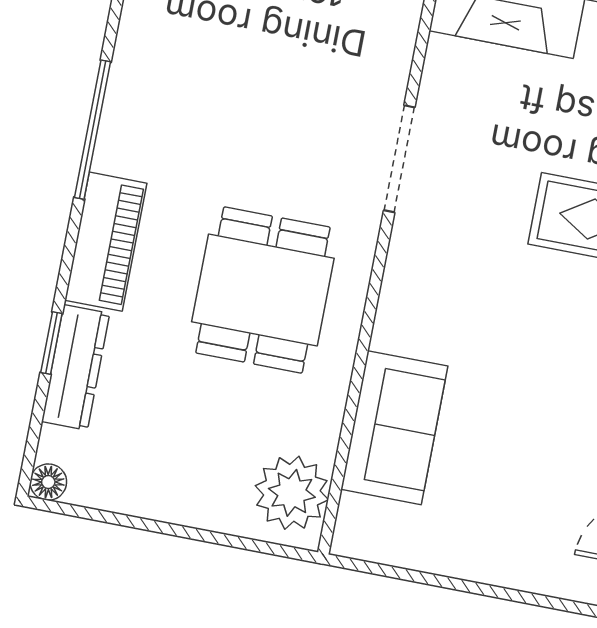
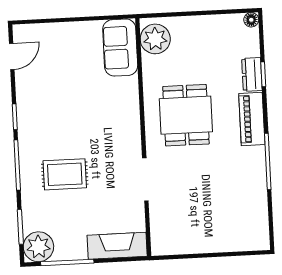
dresser: (76, 367) -> (252, 74), width x0.70
sofa: (394, 428) -> (120, 48), moved

